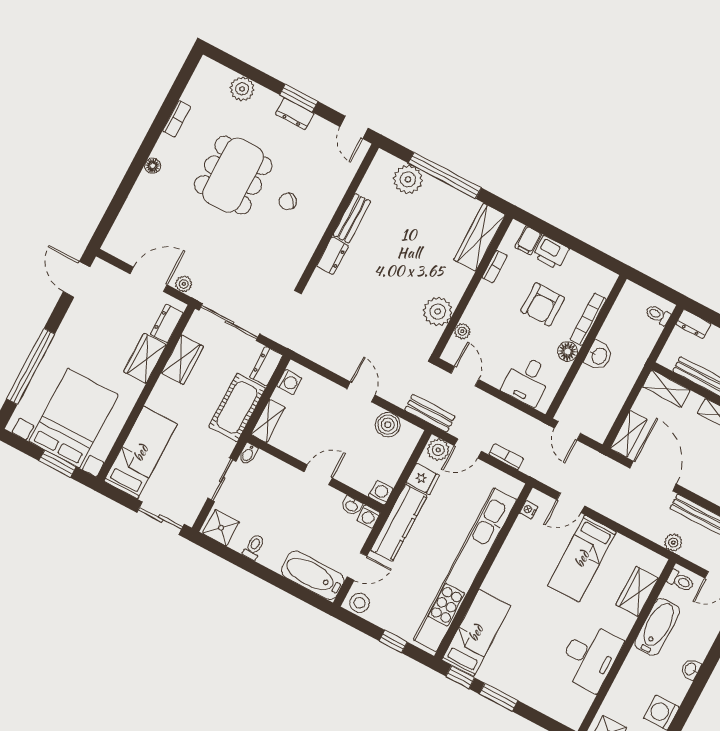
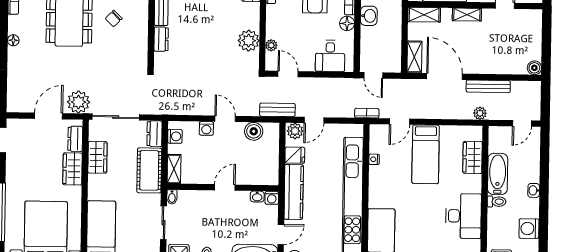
plant: (184, 284) -> (78, 102), width x1.88, depth x1.88
bookcase: (506, 457) -> (367, 113), moved
washing machine: (381, 493) -> (206, 128), moved, turned 180
nightstand: (529, 510) -> (374, 159), moved
toilet: (681, 581) -> (497, 202), moved

